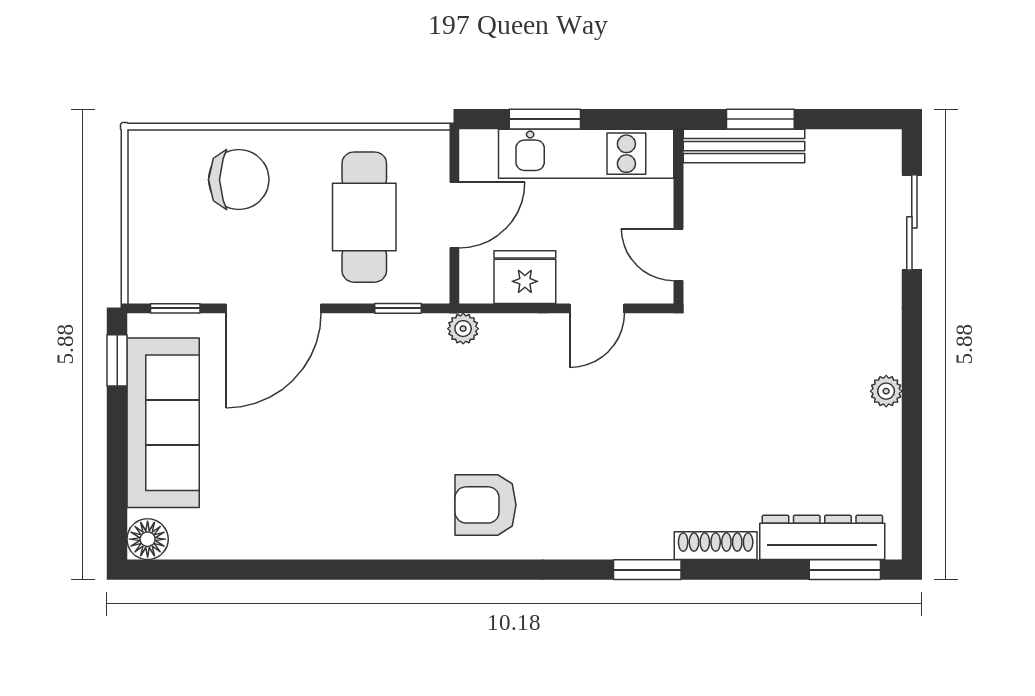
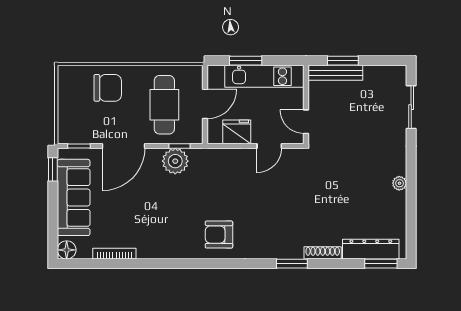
plant: (463, 329) -> (175, 161), moved, width x1.88, depth x1.88
bookcase: (254, 548) -> (114, 254), added

